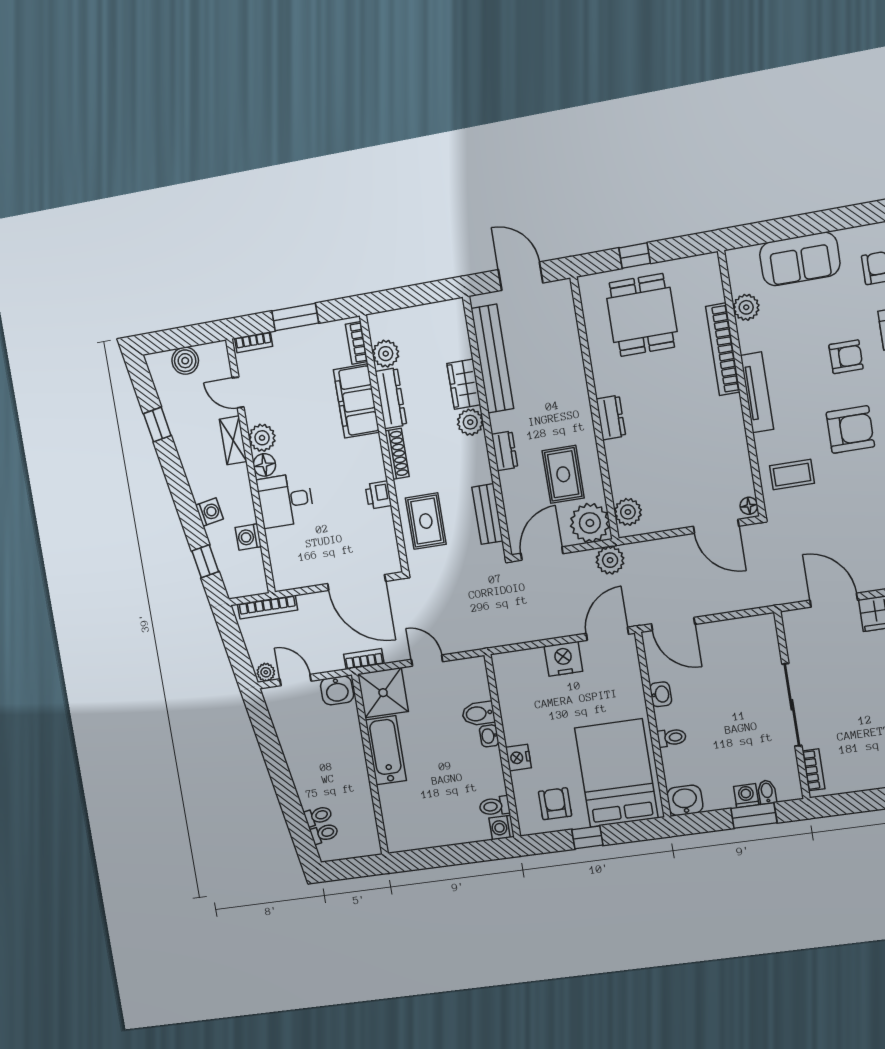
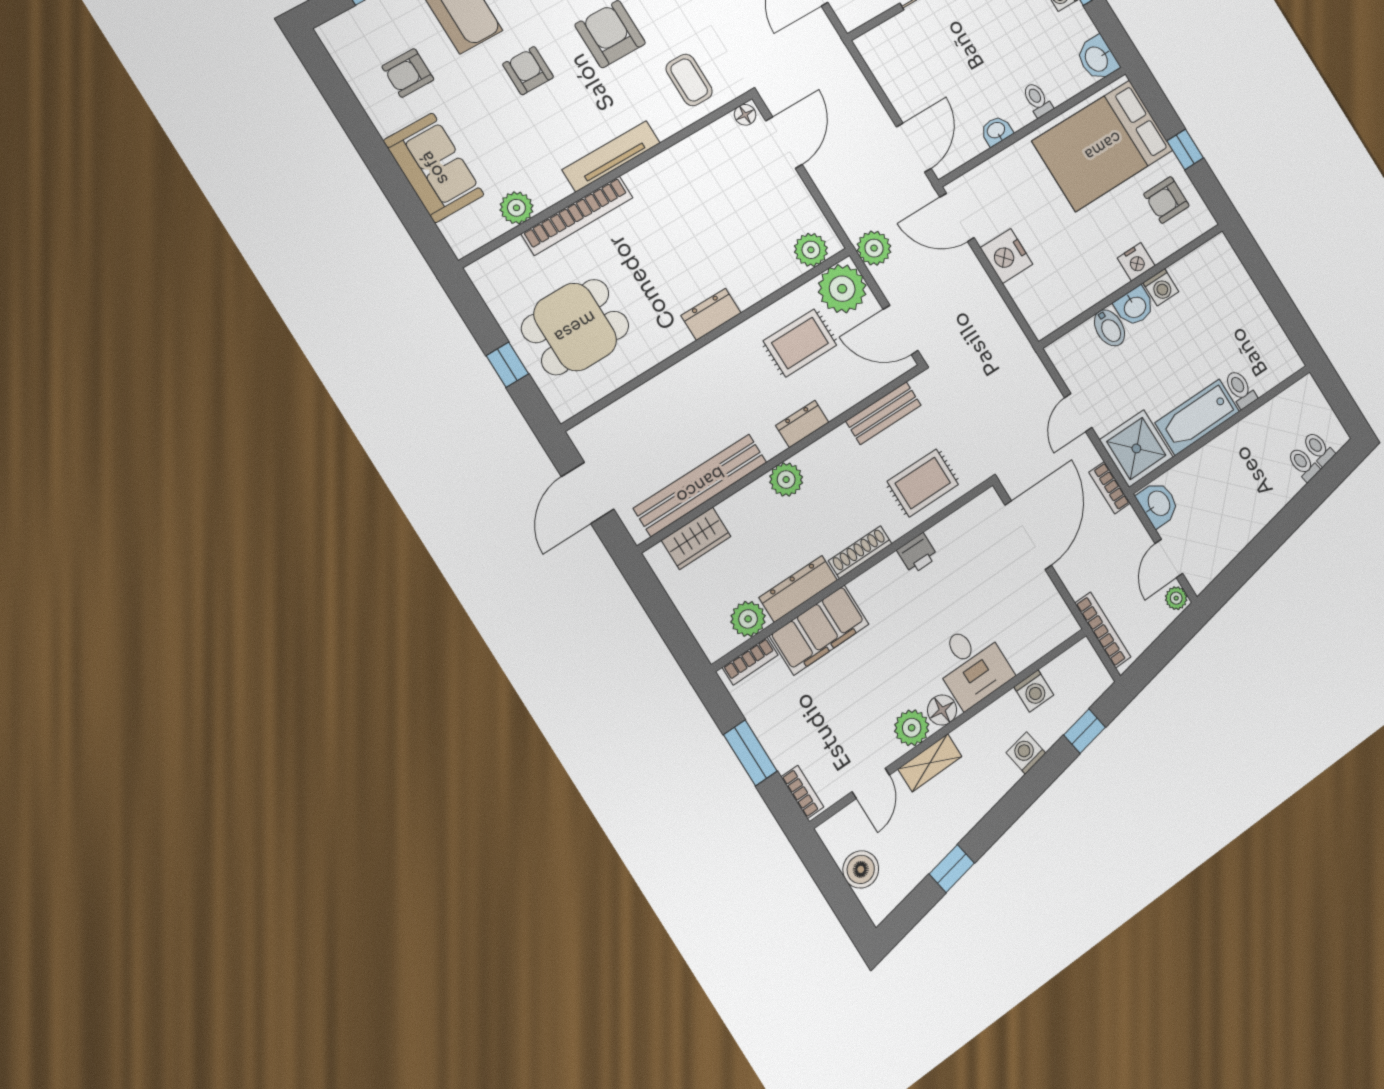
wardrobe: (464, 384) -> (696, 538), moved
washbasin: (489, 736) -> (1135, 307), width x1.38, depth x1.45
toilet: (495, 806) -> (1240, 389), moved, turned 180
washing machine: (502, 828) -> (1161, 287), moved

